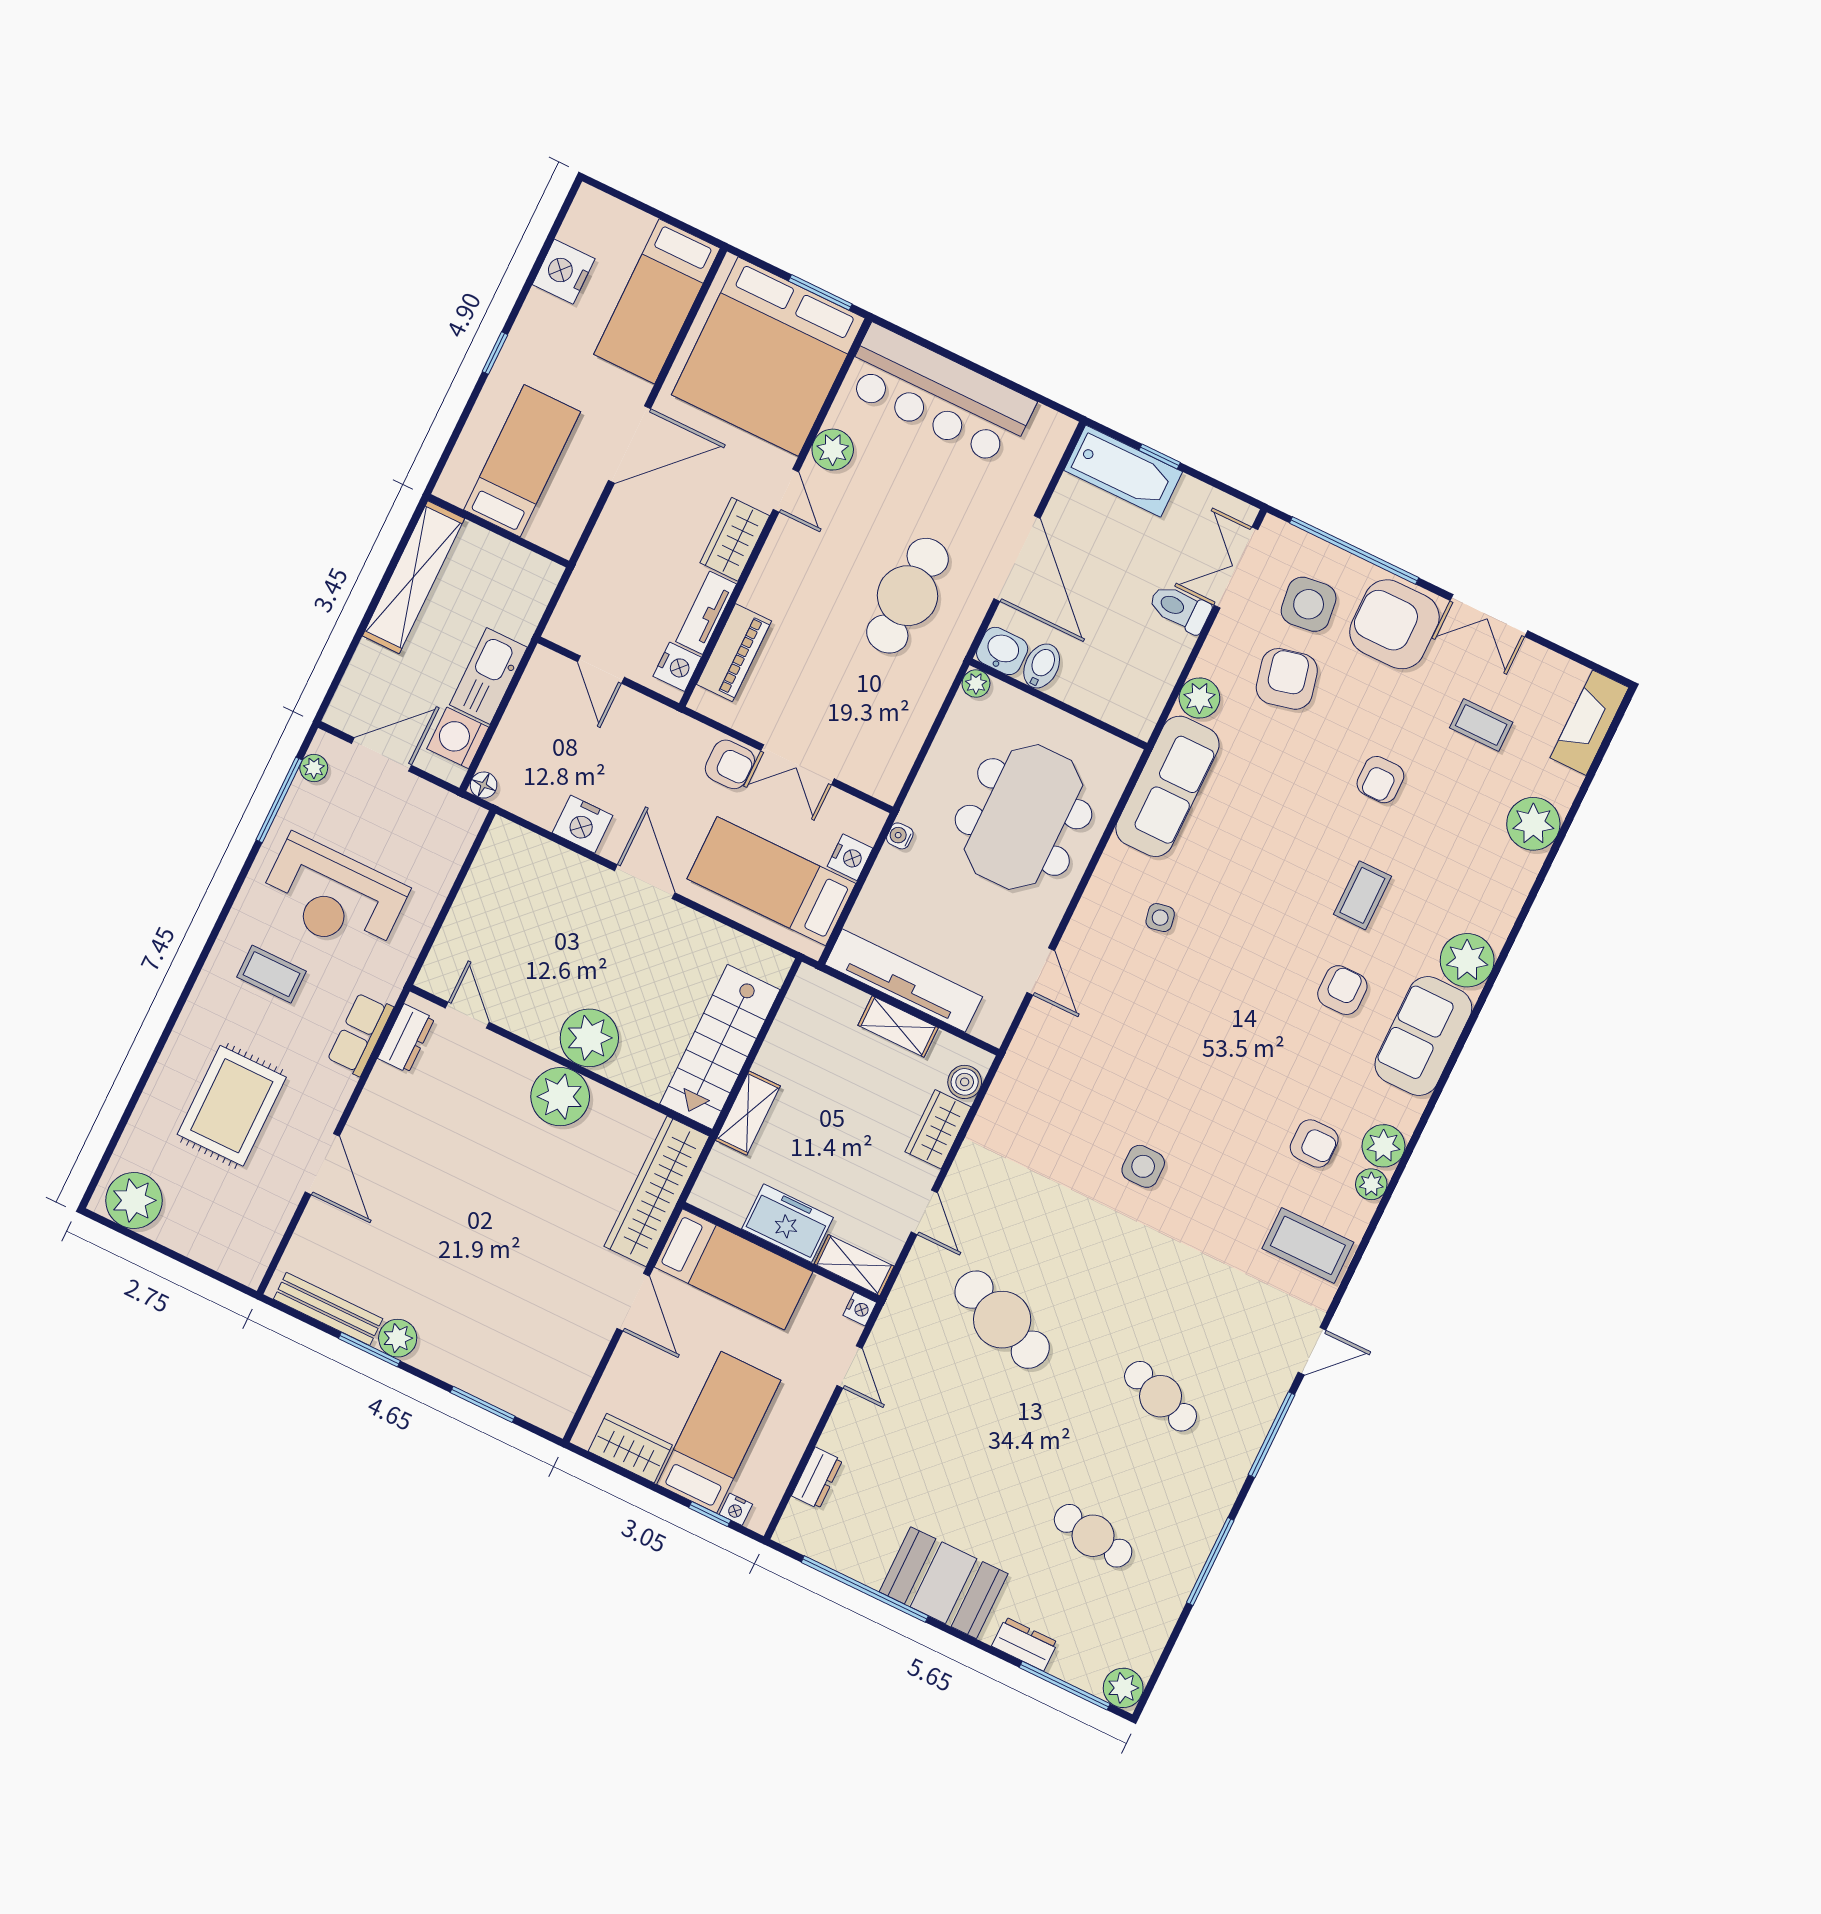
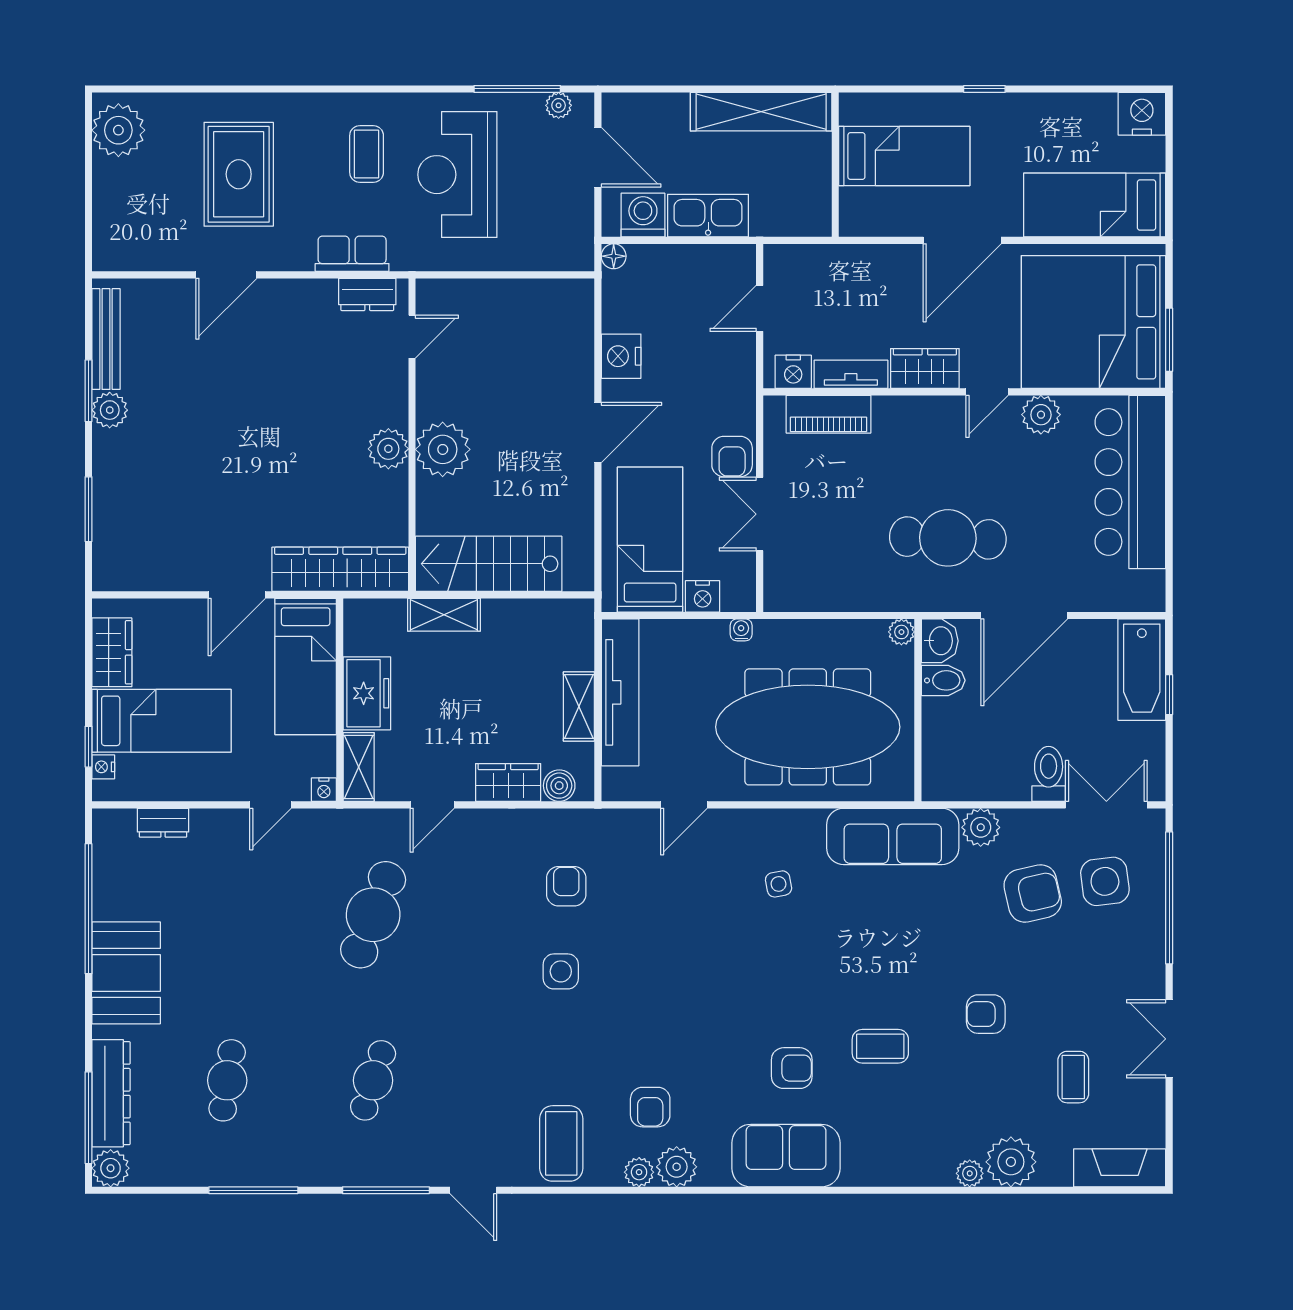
nightstand: (564, 272) -> (1142, 114), moved
door: (629, 445) -> (962, 240), hinge flipped
armchair: (1394, 624) -> (566, 886), moved, width x0.53, depth x0.53
meeting table: (1024, 817) -> (808, 727), width x1.36
plant: (1467, 960) -> (970, 1173), moved, width x0.53, depth x0.53
plant: (560, 1097) -> (388, 449), width x0.73, depth x0.73
rug: (232, 1106) -> (239, 174), turned 90
dresser: (1025, 1644) -> (111, 1093), width x1.96, depth x1.24

